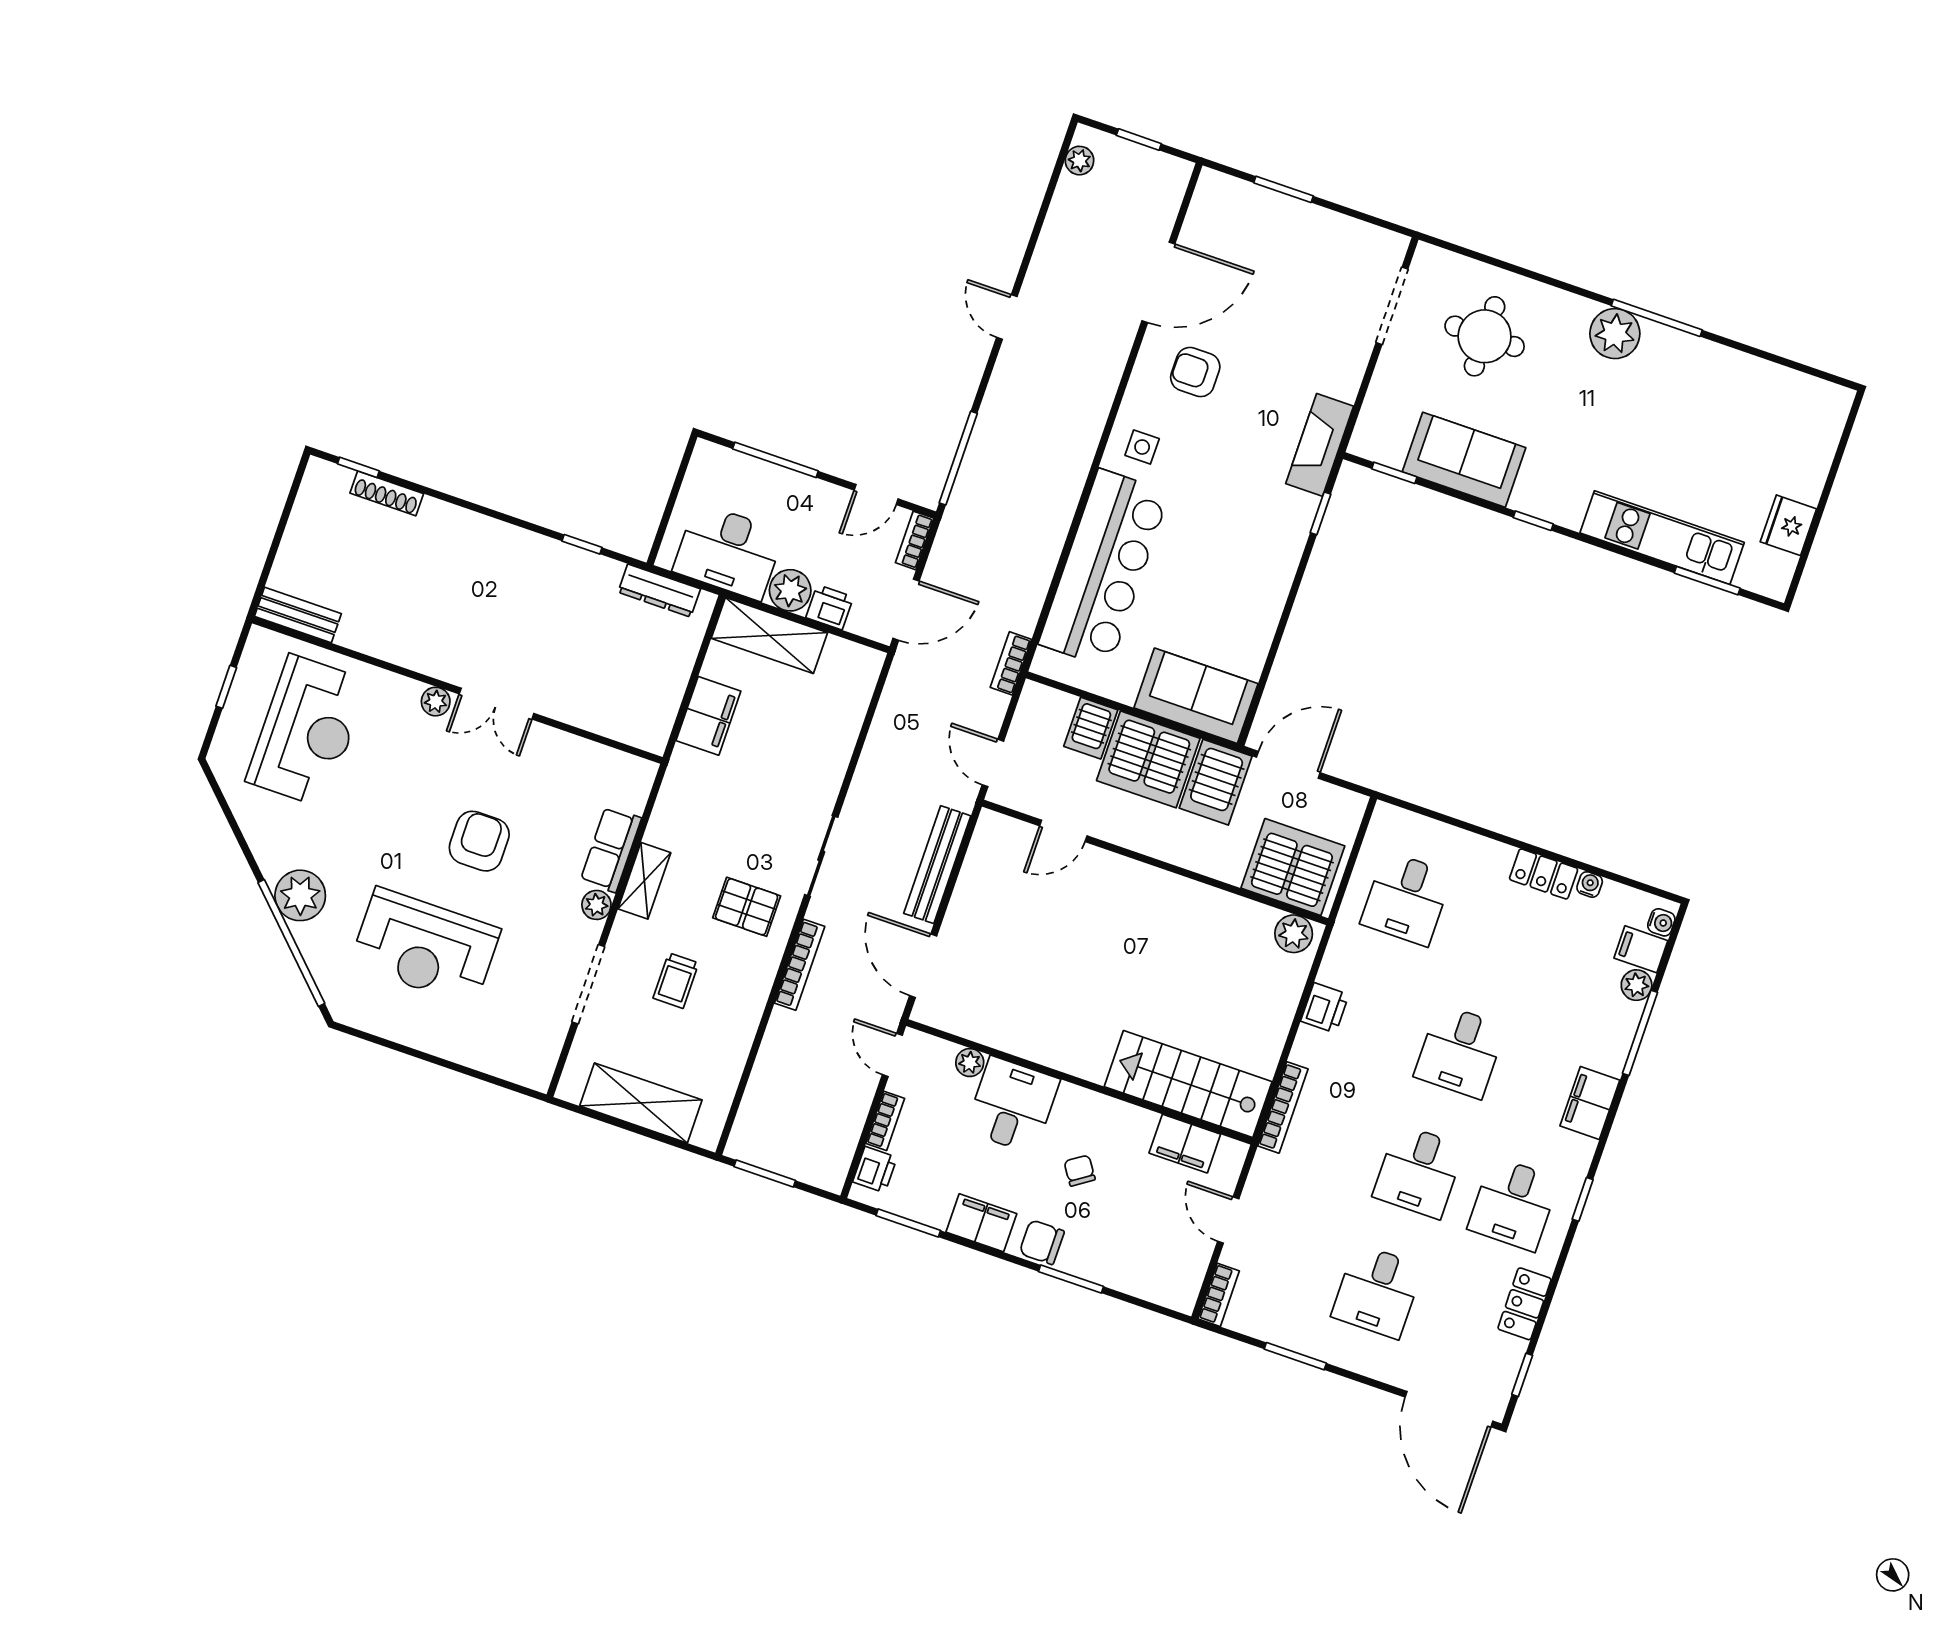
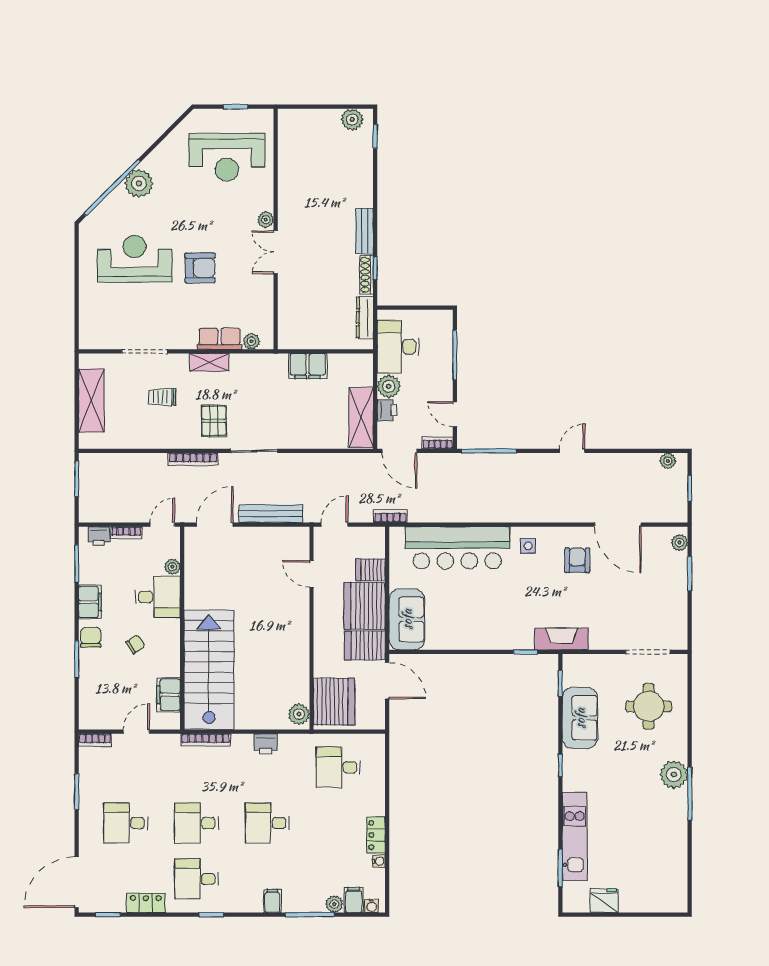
plant: (1225, 188) -> (679, 543), added
shoe rack: (387, 493) -> (367, 275), moved
plant: (316, 496) -> (352, 119), added
bench: (298, 615) -> (365, 231), moved
shelving: (769, 635) -> (361, 417), moved
plant: (596, 905) -> (251, 341), moved
reception desk: (425, 947) -> (135, 259), turned 90
stairs: (1188, 1084) -> (209, 670), width x1.36, depth x1.51
filing cabinet: (1590, 1103) -> (272, 901), width x0.50

